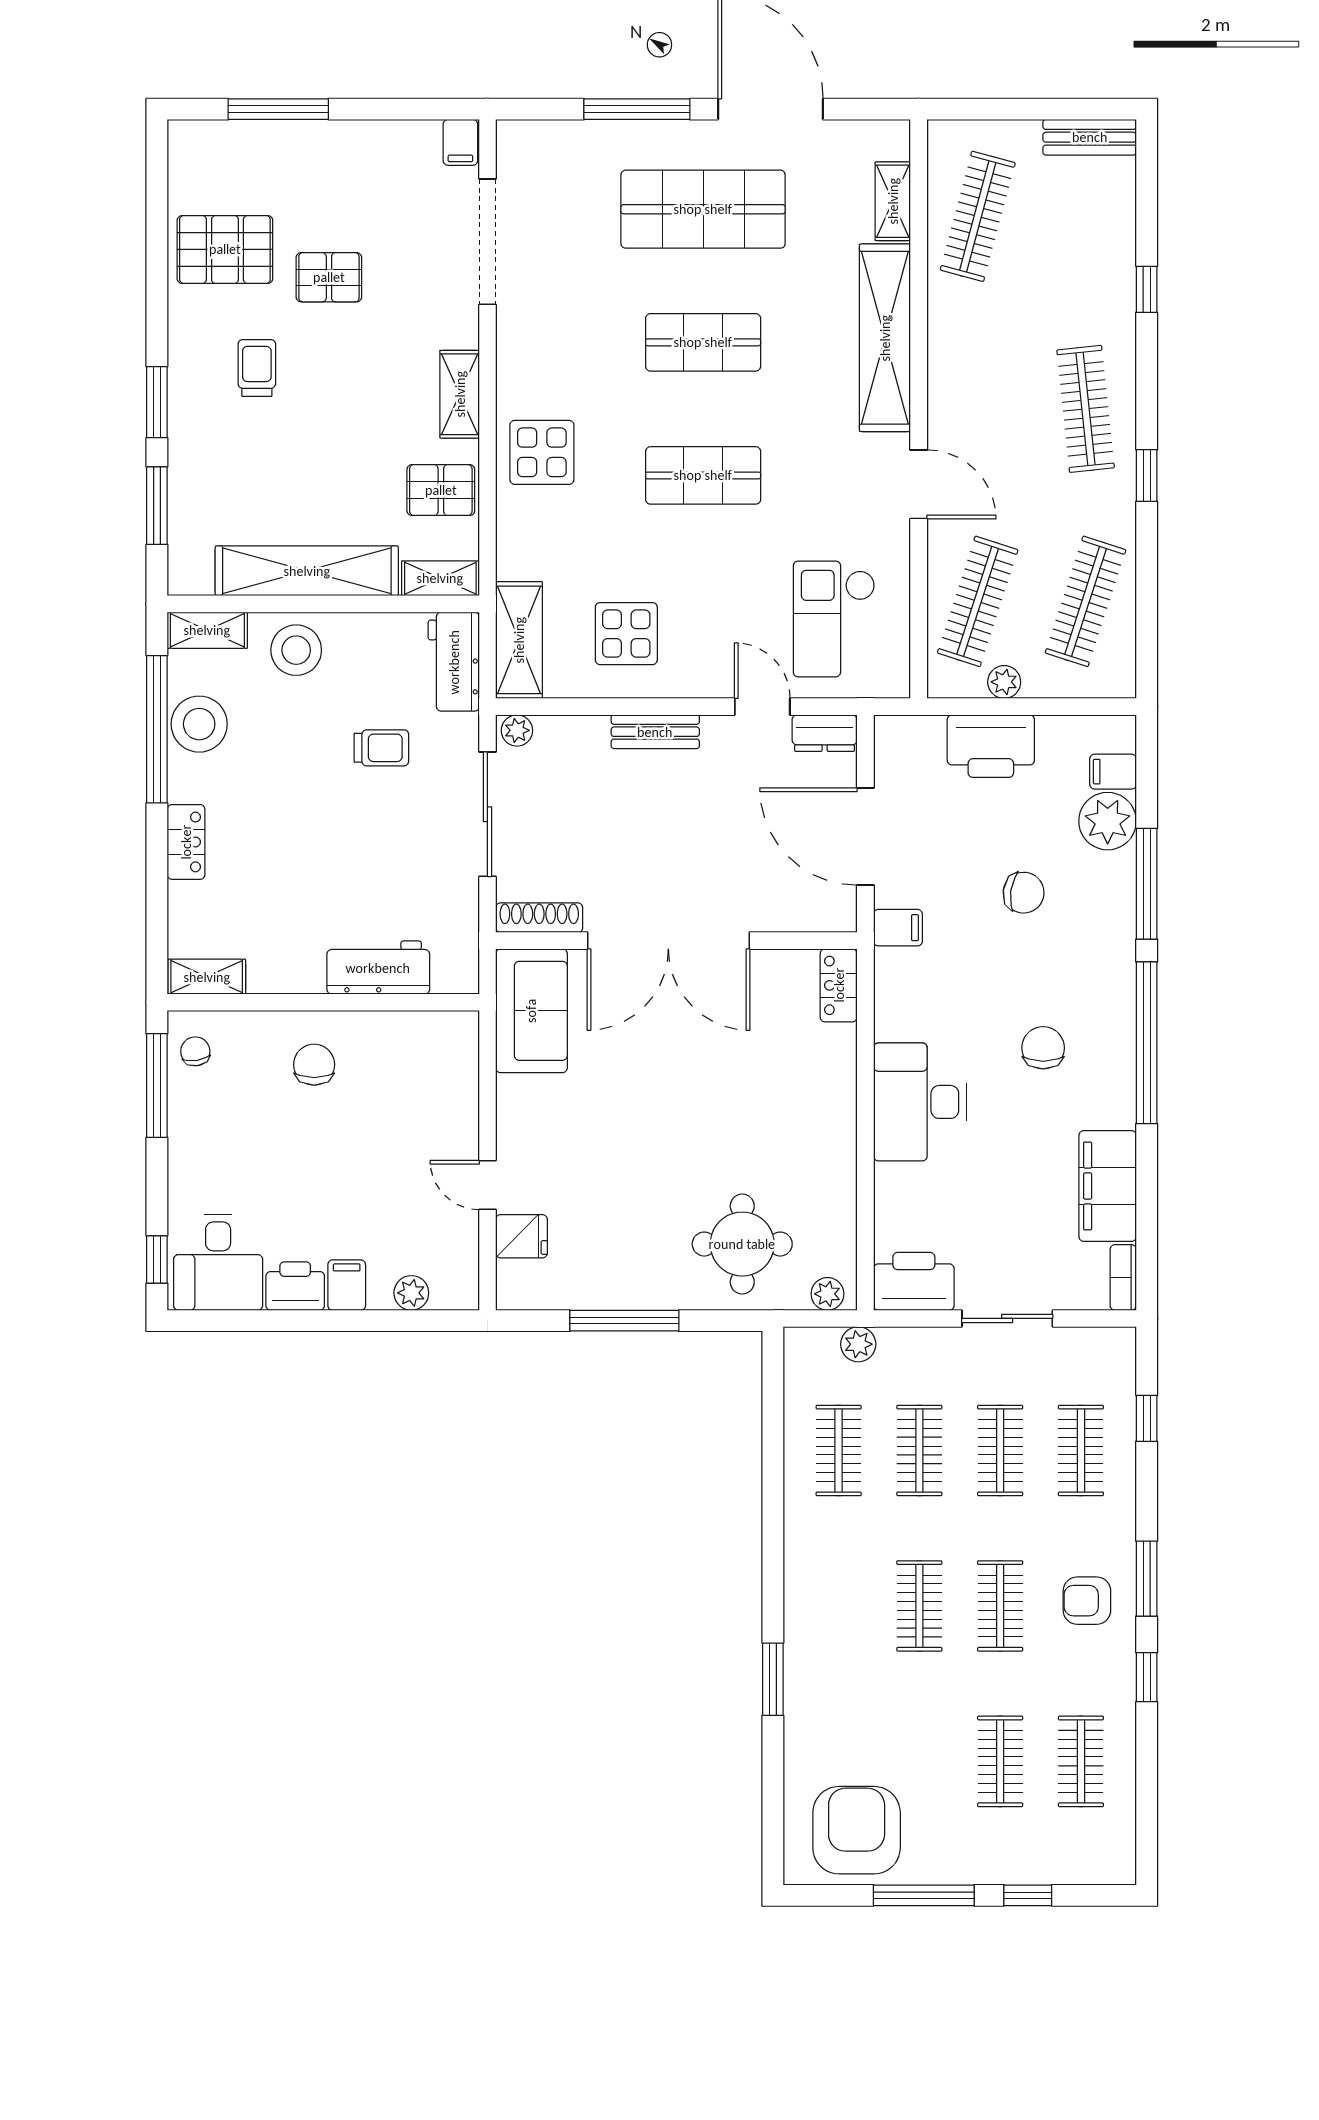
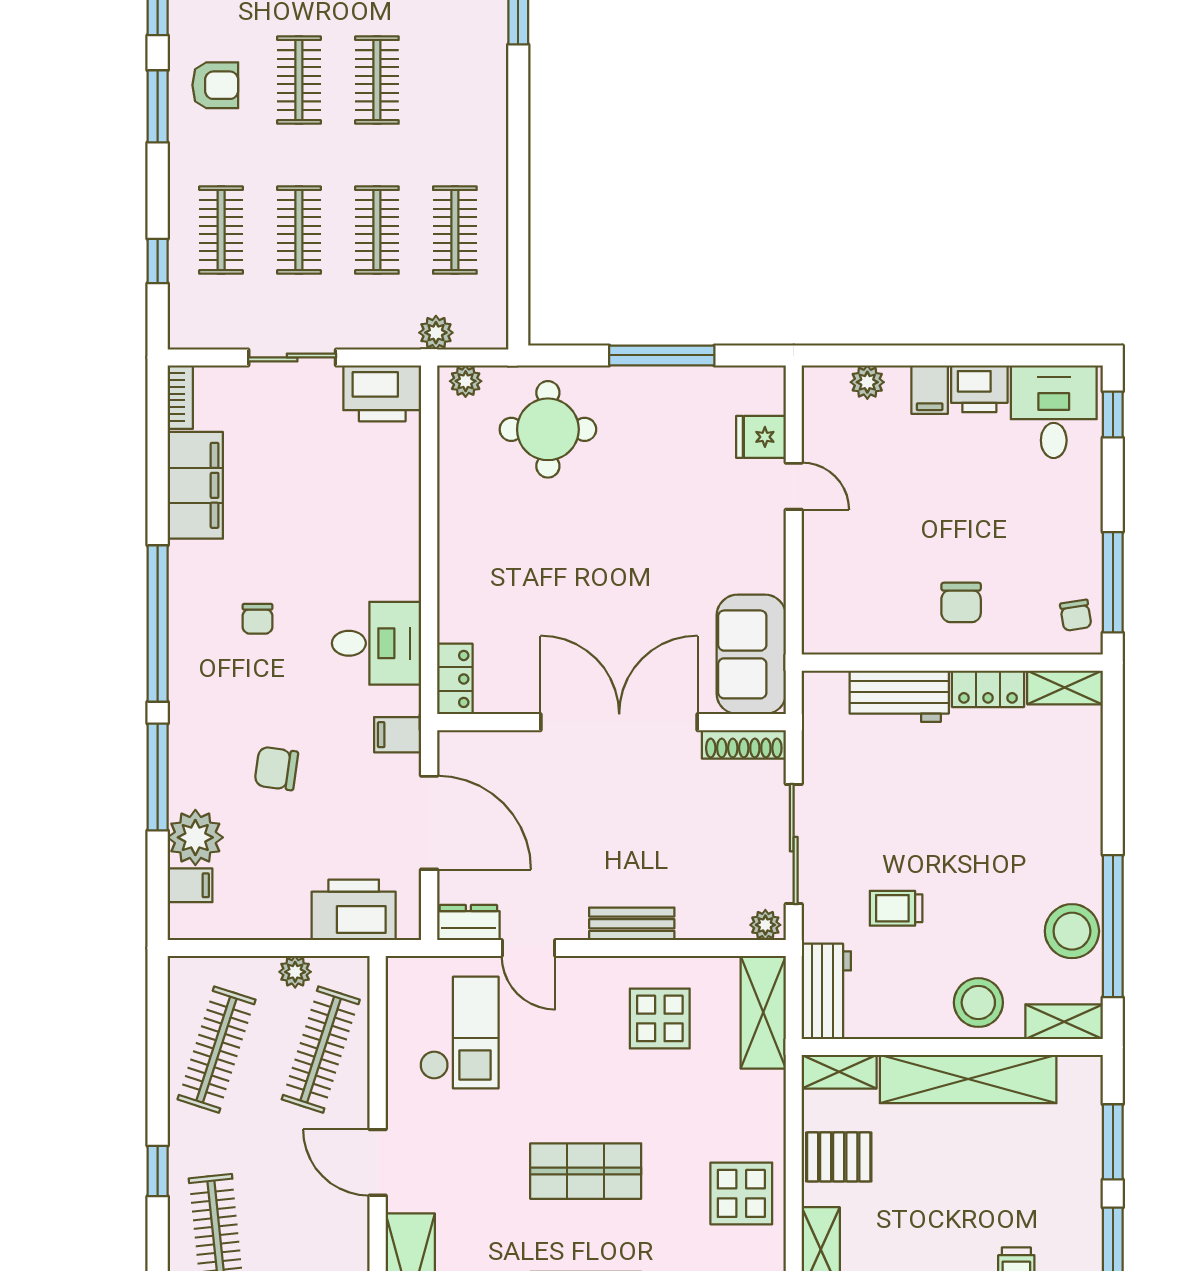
printer: (991, 746) -> (354, 910), moved
locker: (186, 842) -> (988, 689), moved, turned -90
chair: (1043, 1048) -> (257, 619), width x0.73, depth x0.73
desk: (920, 1102) -> (376, 643), moved, width x0.73

